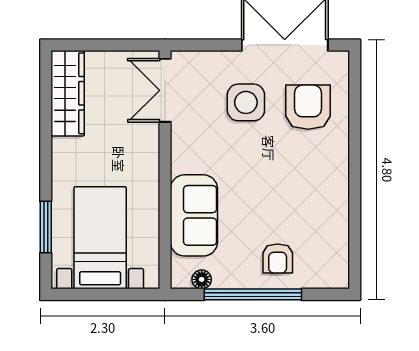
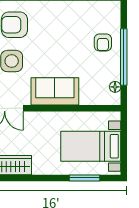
sofa: (194, 215) -> (55, 91), moved
armchair: (278, 258) -> (103, 42), turned 90

